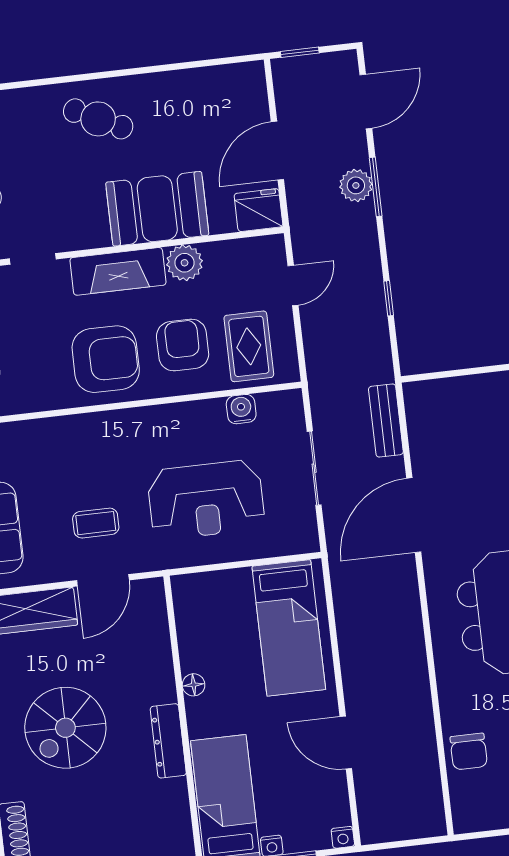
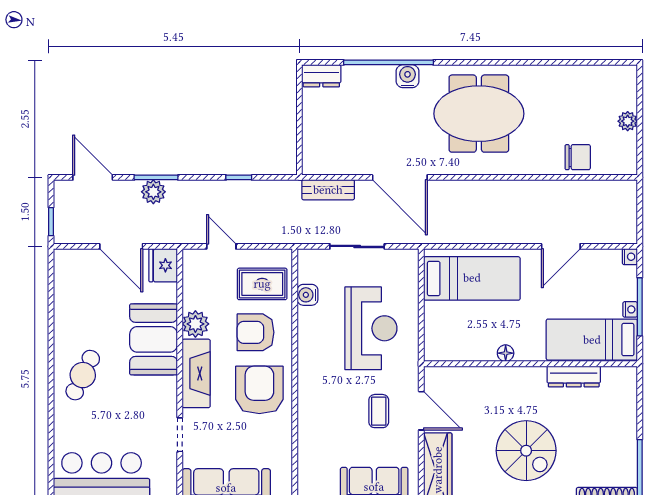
dresser: (168, 741) -> (574, 376), moved

